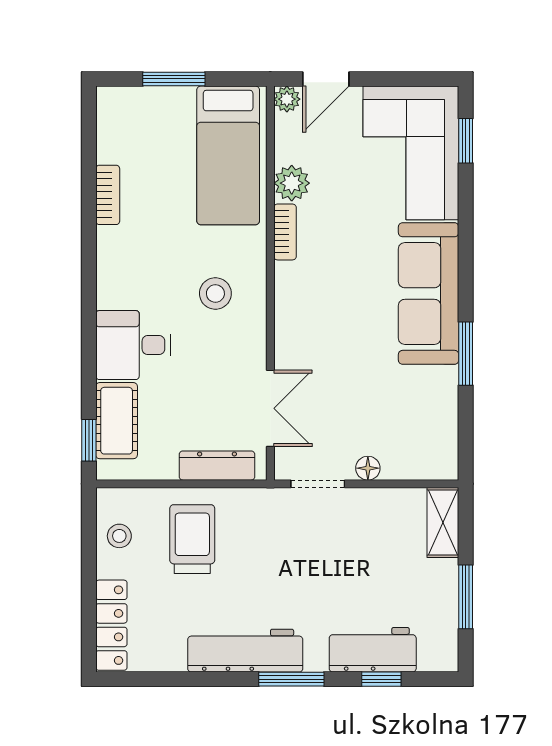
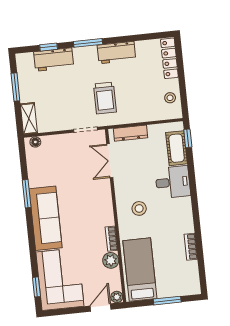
floor lamp: (368, 468) -> (35, 142), moved
trolley: (192, 539) -> (105, 98), moved
workbench: (245, 651) -> (116, 53), width x0.73

